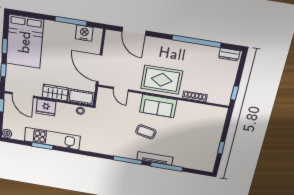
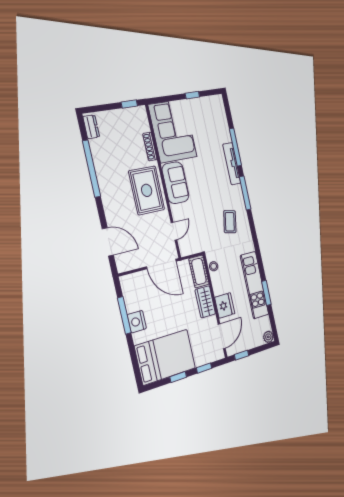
door: (134, 31) -> (108, 242), hinge flipped
nightstand: (84, 33) -> (137, 322), moved
door: (99, 68) -> (161, 264), hinge flipped
corner sofa: (200, 120) -> (173, 131), added
coffee table: (146, 132) -> (230, 222), moved

